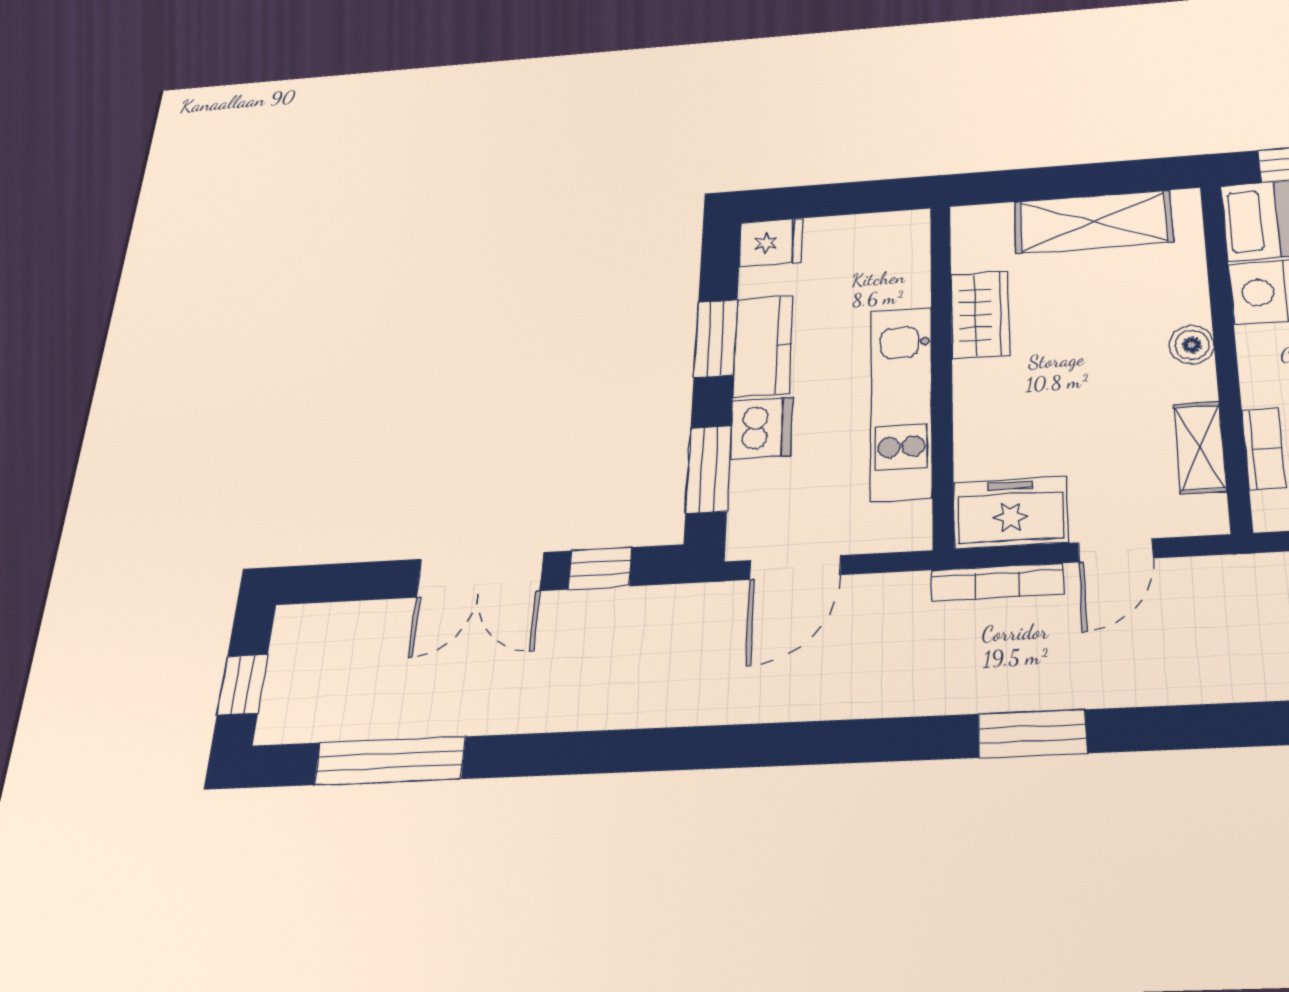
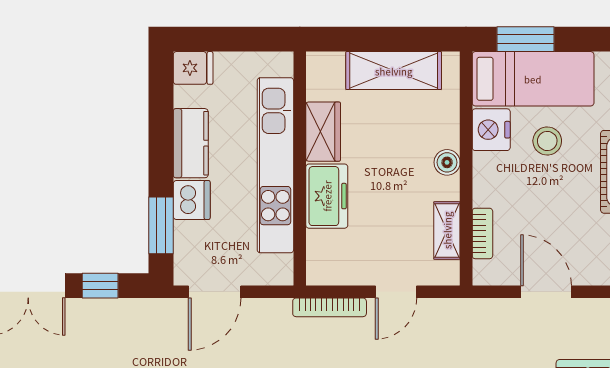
window: (716, 338) -> (161, 136), removed
kitchen unit: (901, 402) -> (275, 165), width x1.36
freezer: (1011, 512) -> (327, 196), moved, turned 90

